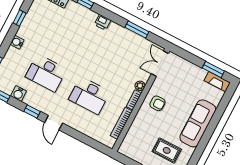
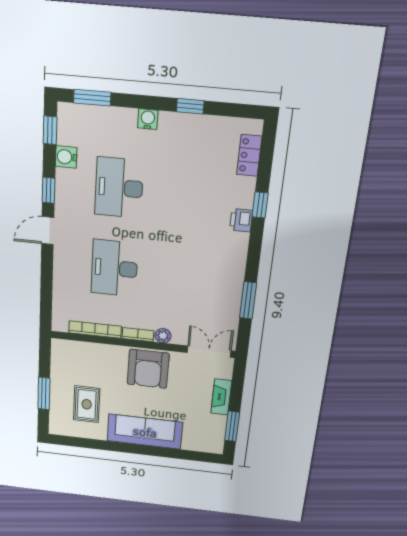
printer: (103, 22) -> (241, 220), moved
fireplace: (217, 82) -> (221, 397), moved
armchair: (157, 103) -> (148, 369), width x1.88, depth x1.88

